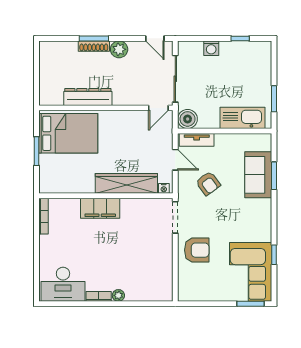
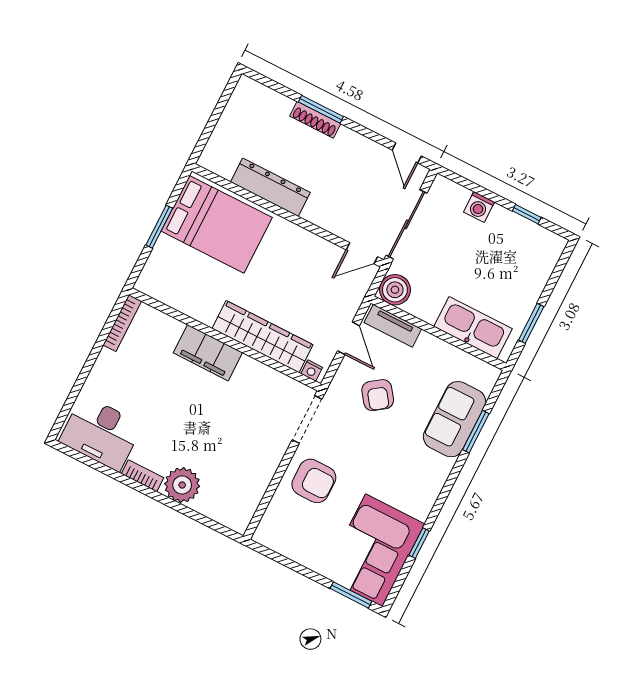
plant: (119, 49) -> (349, 143), removed
plant: (118, 295) -> (182, 485), width x1.88, depth x1.88

